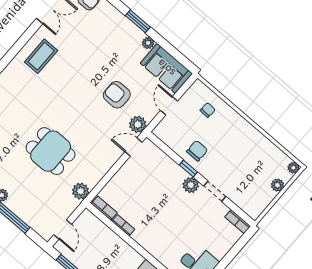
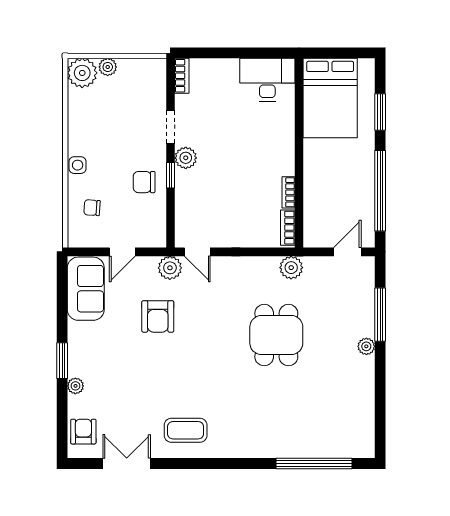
plant: (148, 43) -> (75, 386), moved
side table: (238, 122) -> (78, 165), added
plant: (293, 168) -> (82, 73), width x1.87, depth x1.87

